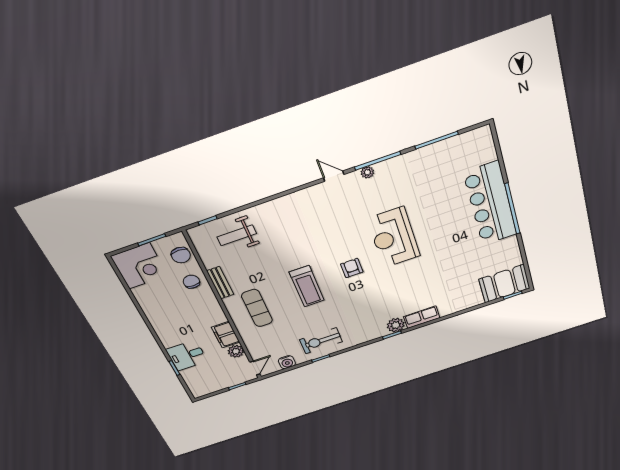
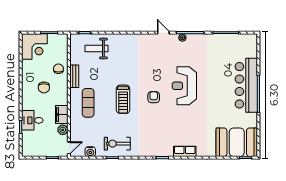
chair: (181, 255) -> (44, 88), moved
booth: (504, 284) -> (237, 142), width x1.36, depth x1.42
plant: (396, 325) -> (167, 151), removed

